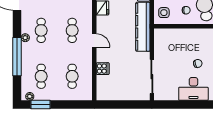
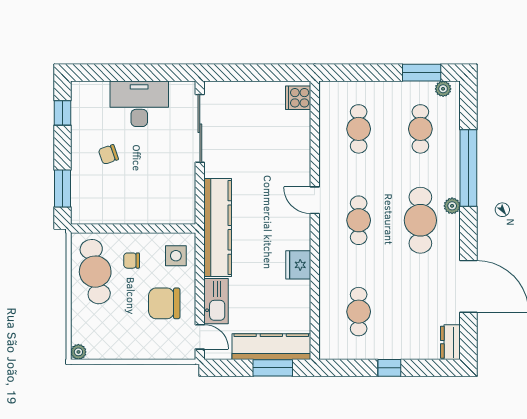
cafe table: (41, 30) -> (420, 220), width x1.37, depth x1.35
cooker: (103, 69) -> (298, 98), moved
desk: (193, 89) -> (139, 104), moved

